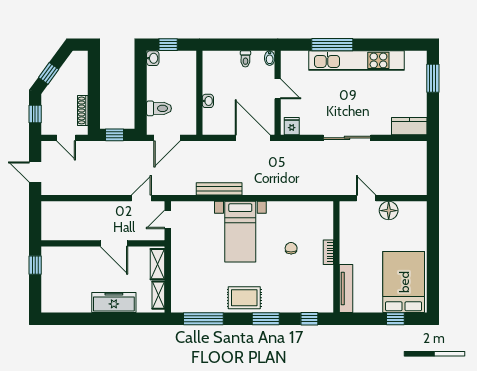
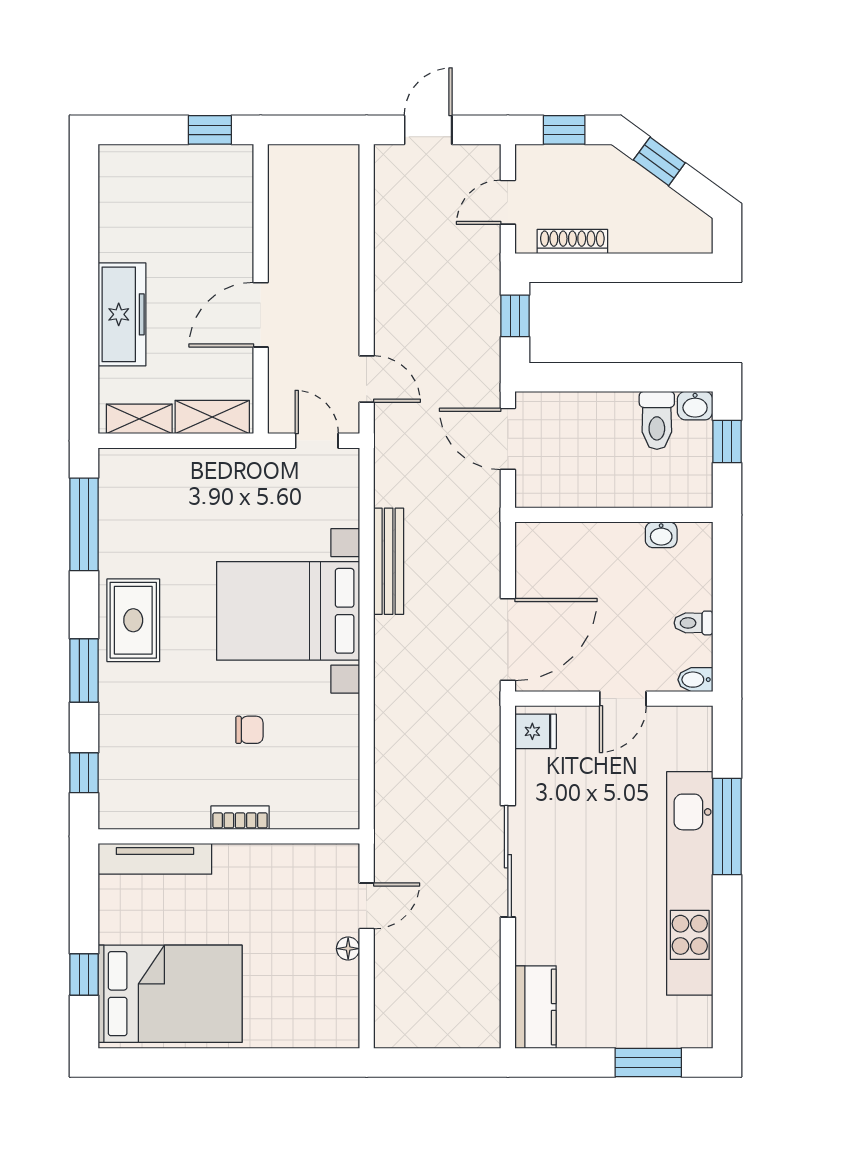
washbasin: (208, 101) -> (661, 535), moved
toilet: (159, 108) -> (657, 420), moved
floor lamp: (389, 211) -> (348, 949), width x0.53, depth x0.53
bed with nightstands: (240, 232) -> (288, 611), width x1.36

